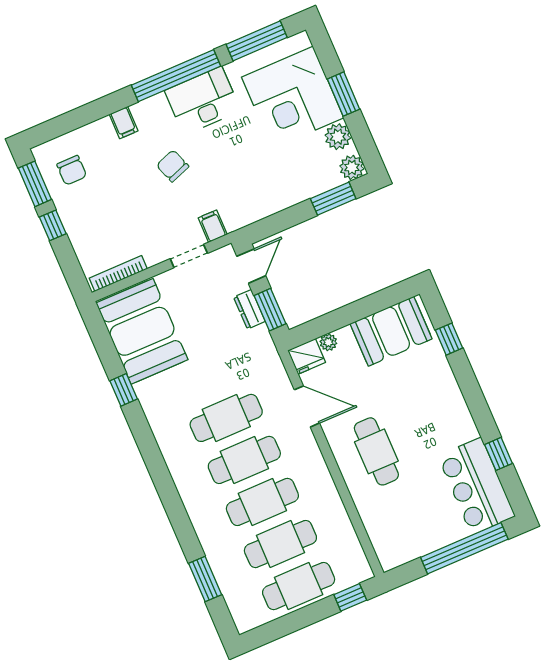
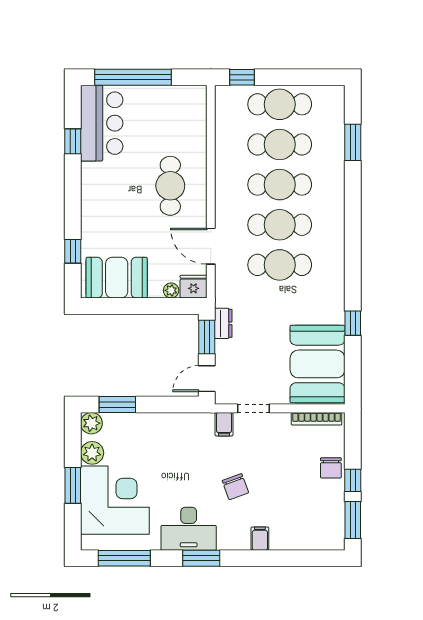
window: (176, 76) -> (201, 558), width x0.47
chair: (72, 170) -> (331, 468), moved, turned 180
dresser: (249, 309) -> (223, 323), moved

